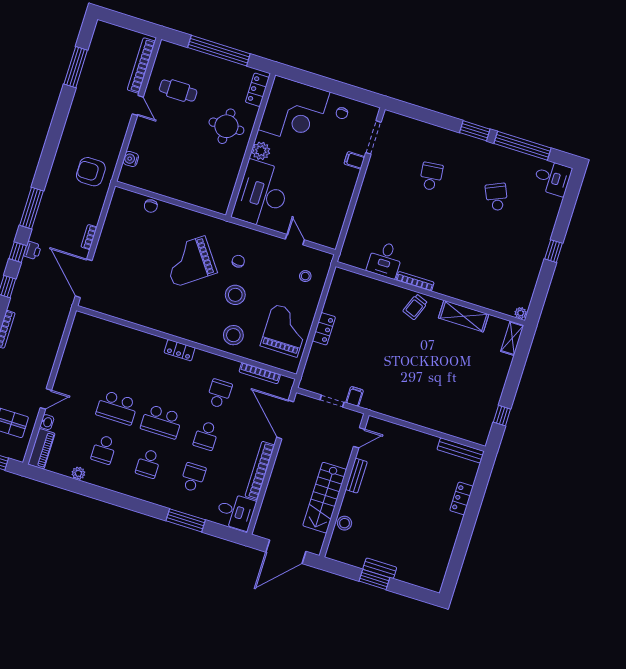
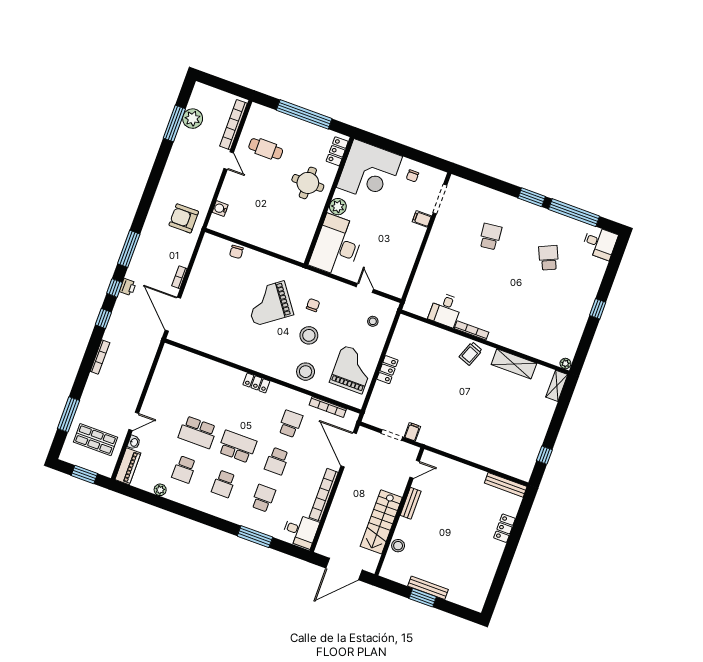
plant: (96, 61) -> (193, 119), added
school desk: (162, 422) -> (237, 447), turned 180
bench: (380, 568) -> (428, 588), width x1.36

